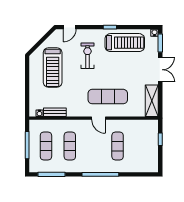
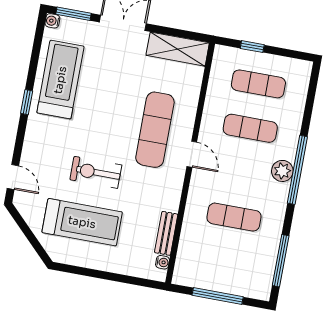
exercise bike: (88, 56) -> (96, 172), moved
door: (98, 118) -> (192, 154), hinge flipped
exercise mat: (46, 146) -> (258, 84), moved
plant: (98, 167) -> (282, 171), added

